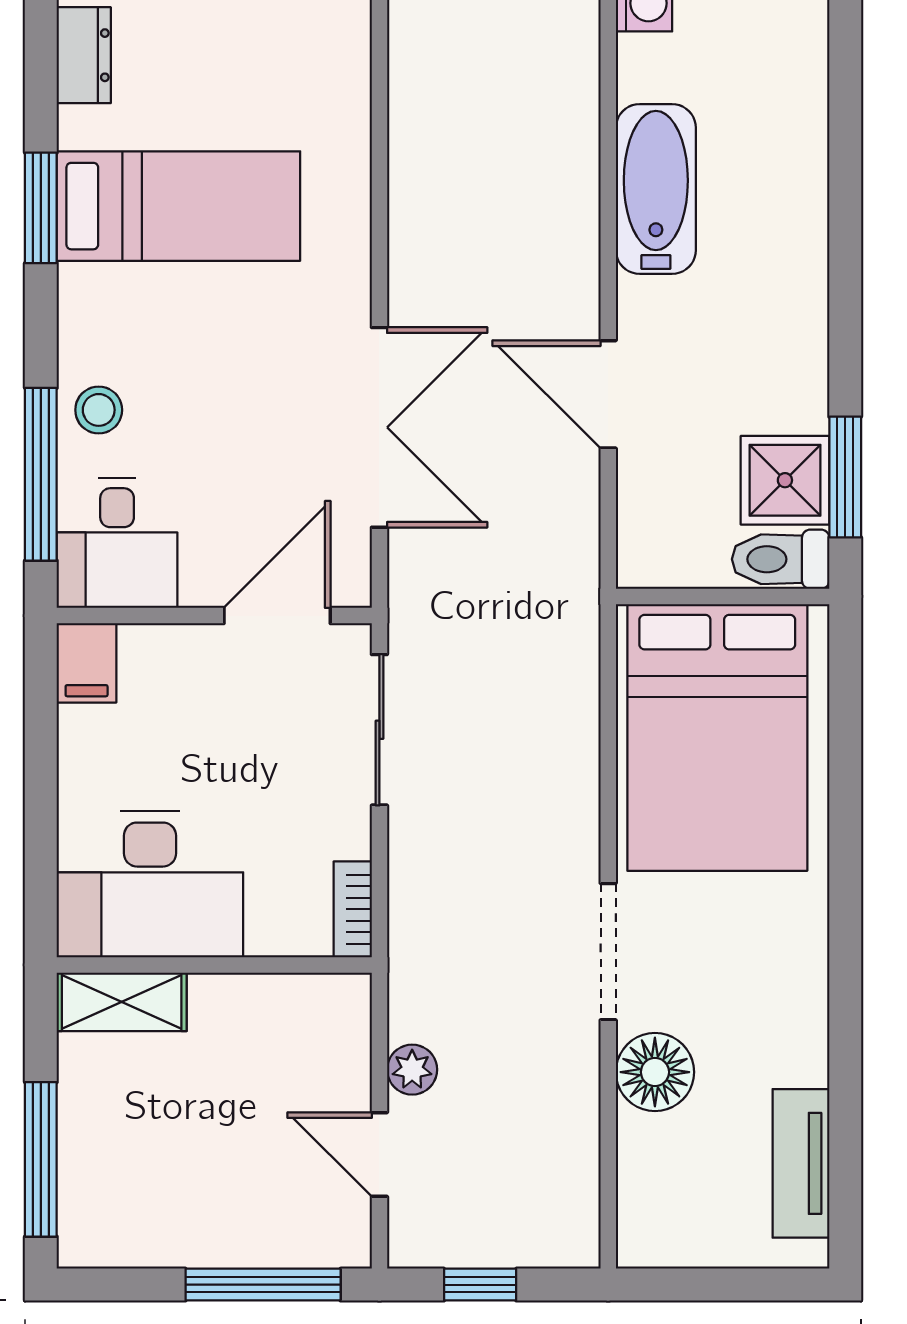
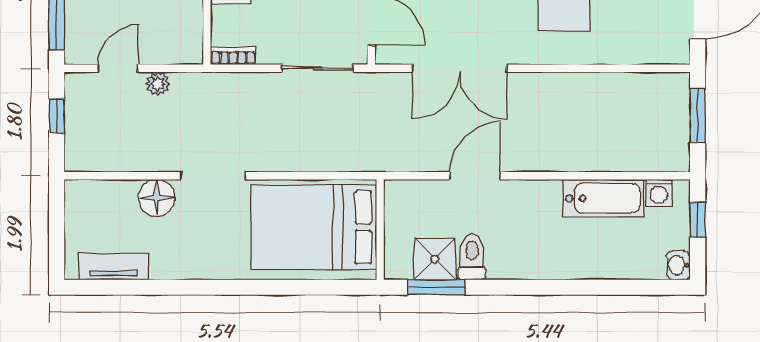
bathtub: (656, 189) -> (603, 198), moved
toilet: (781, 559) -> (472, 257), moved

